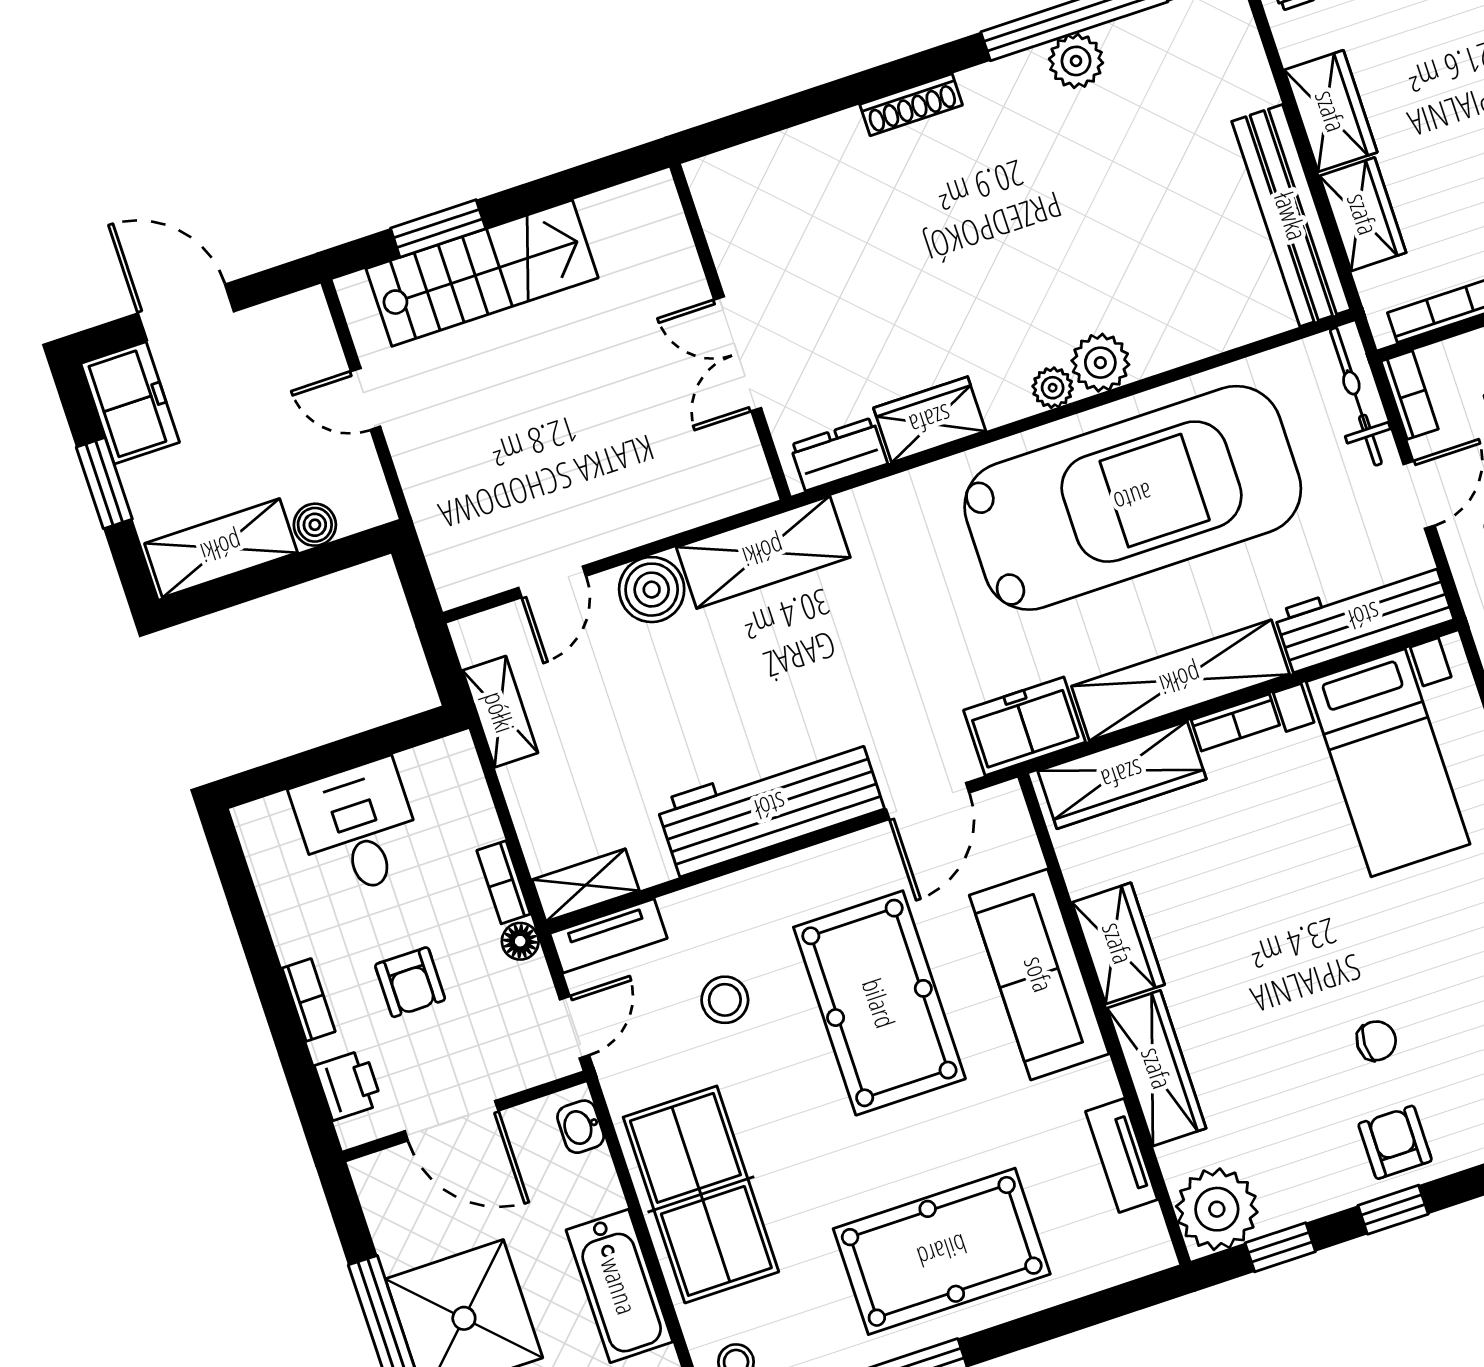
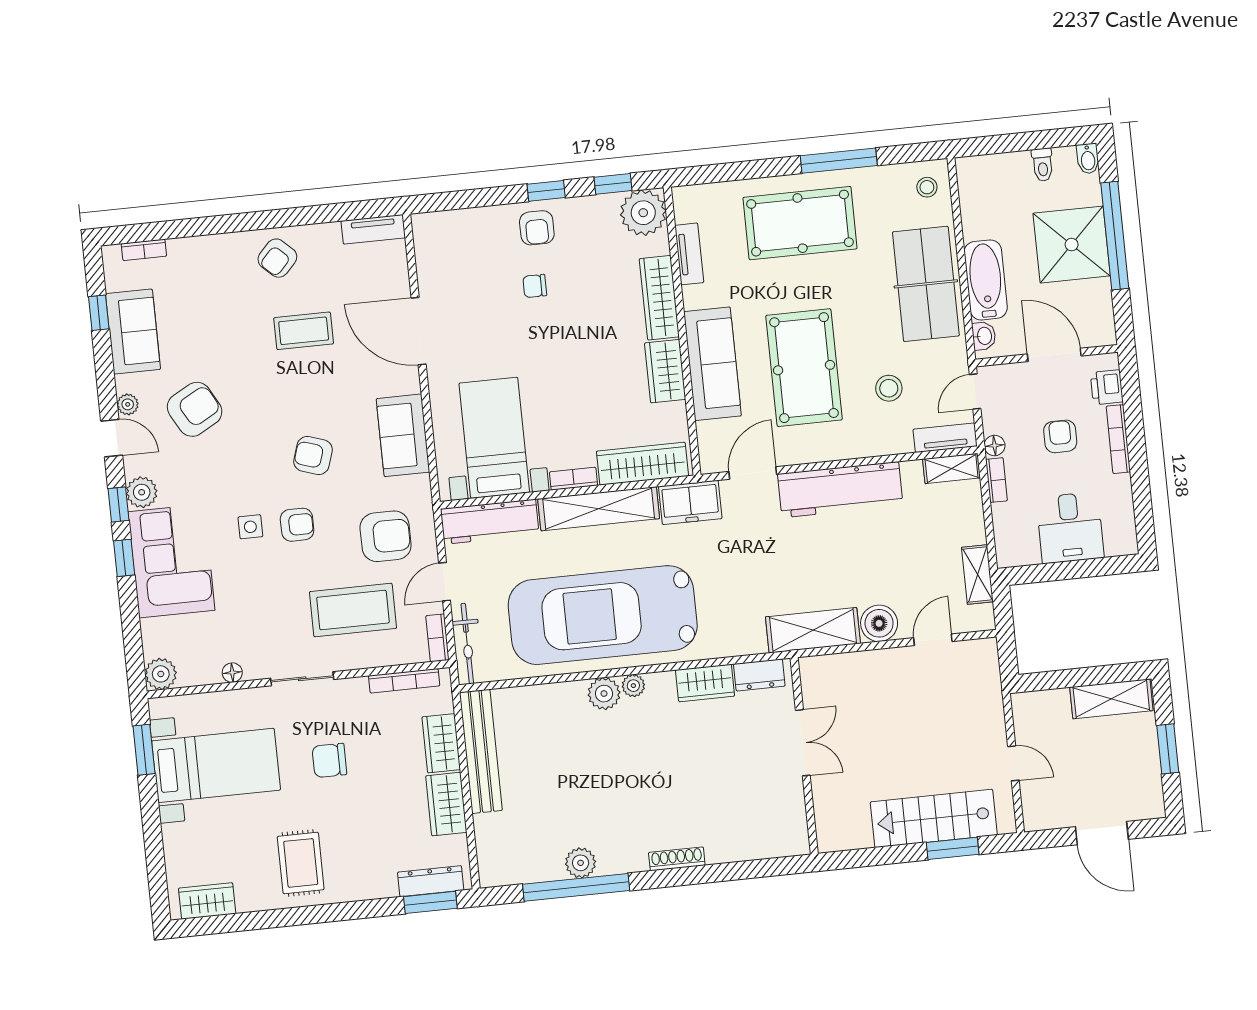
freezer: (130, 403) -> (1144, 790), removed
boiler: (315, 525) -> (1057, 700), removed
bookcase: (309, 1000) -> (1118, 439), width x1.56
bathtub: (619, 1286) -> (986, 280), moved

